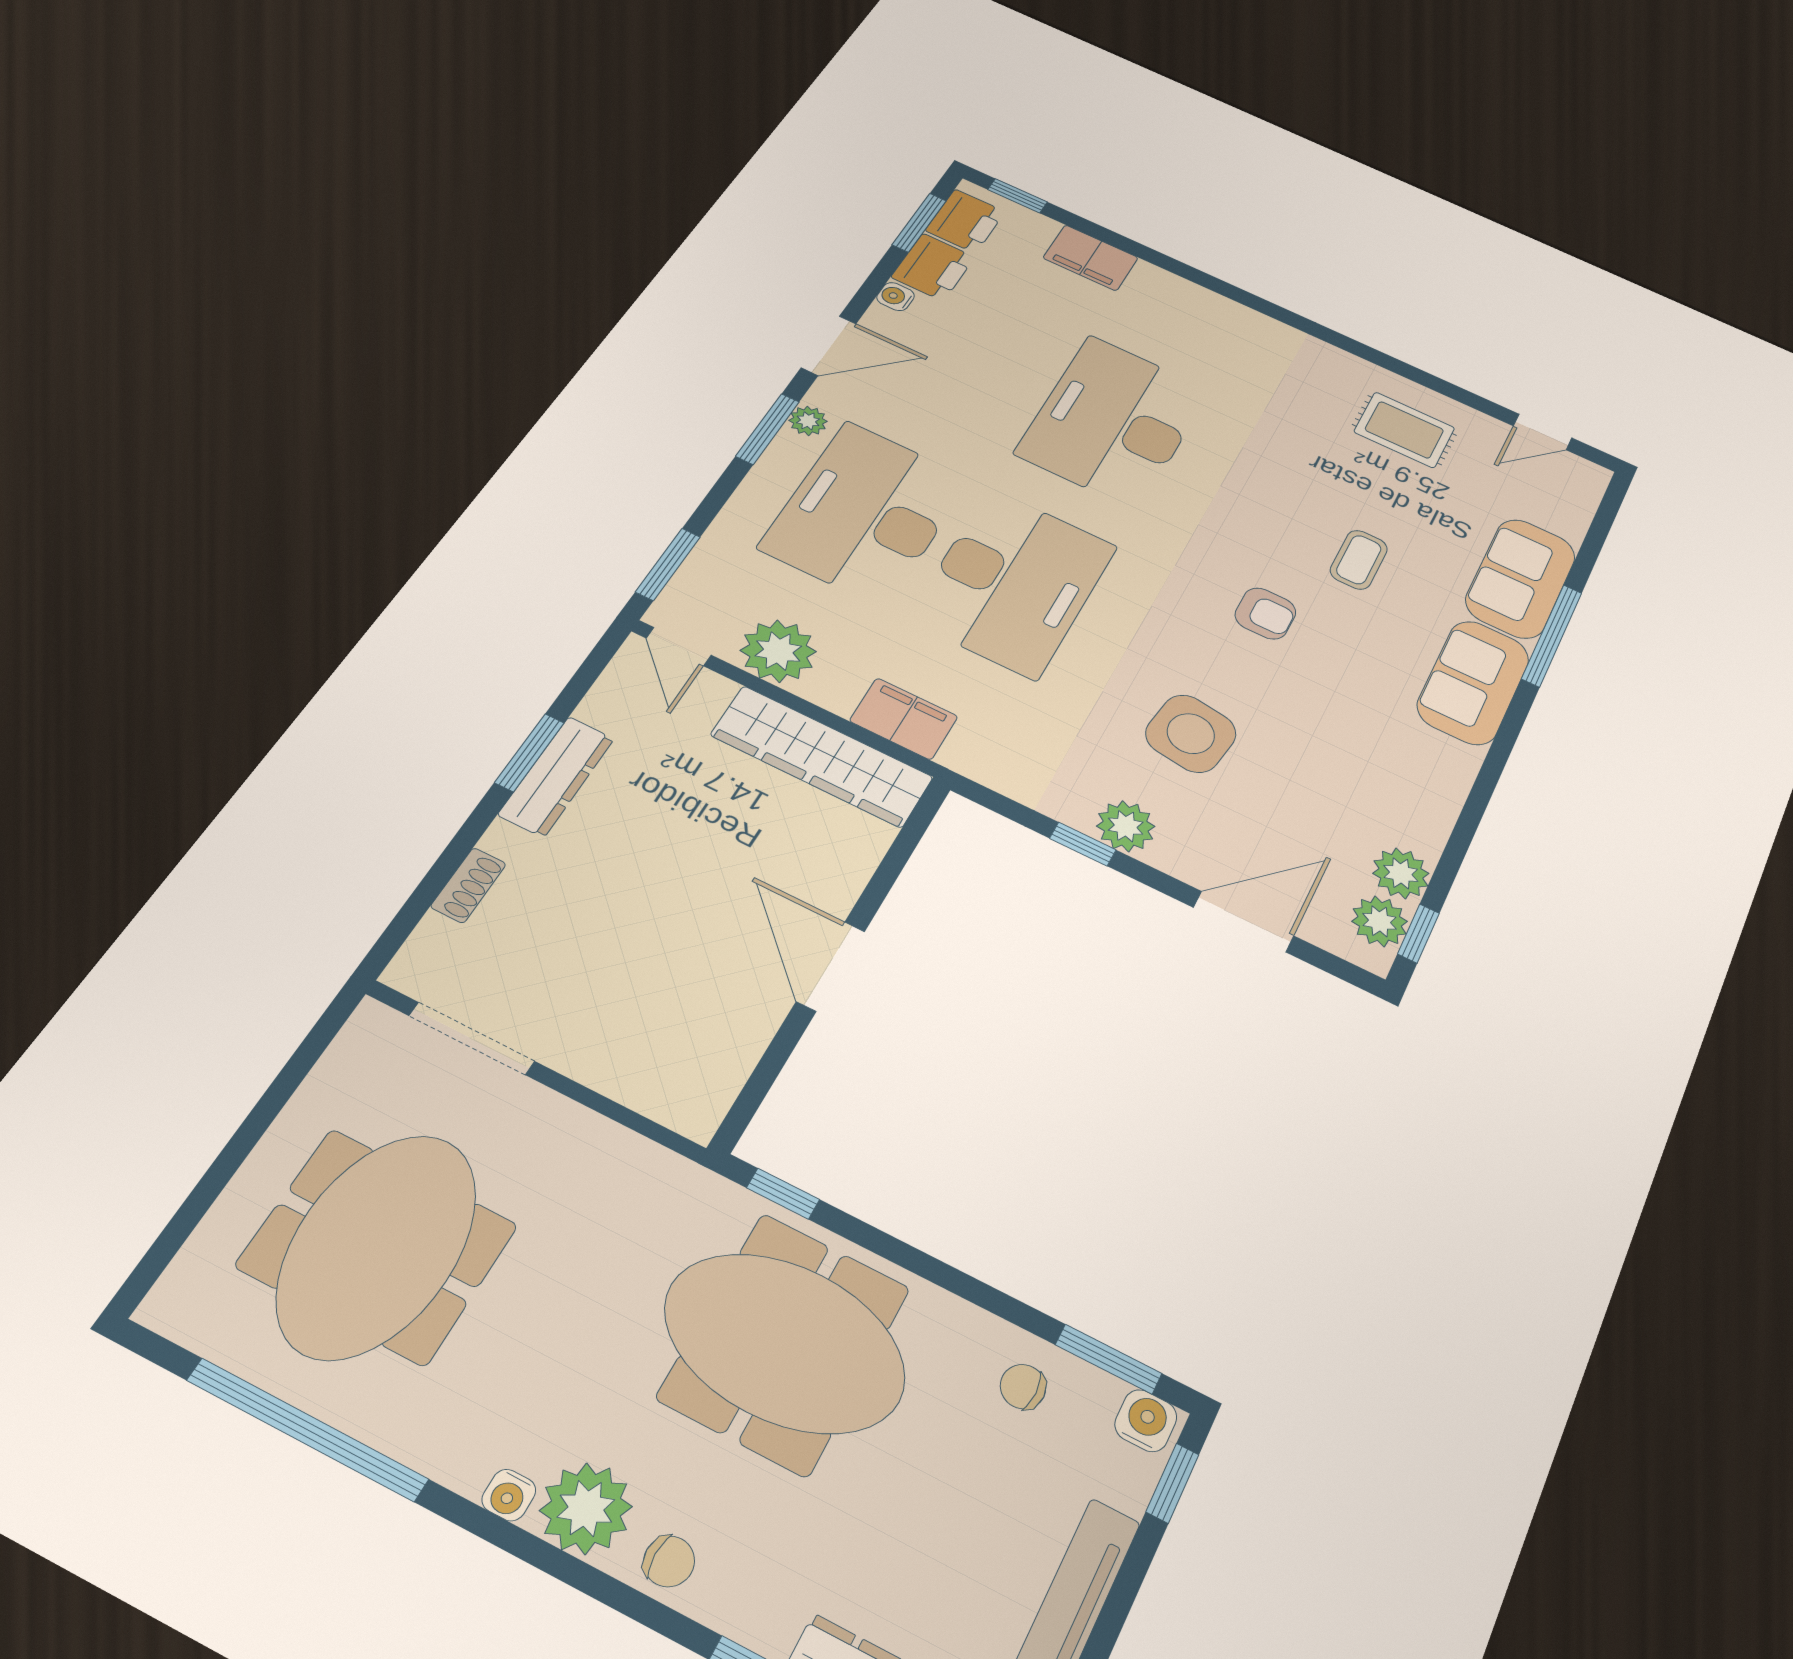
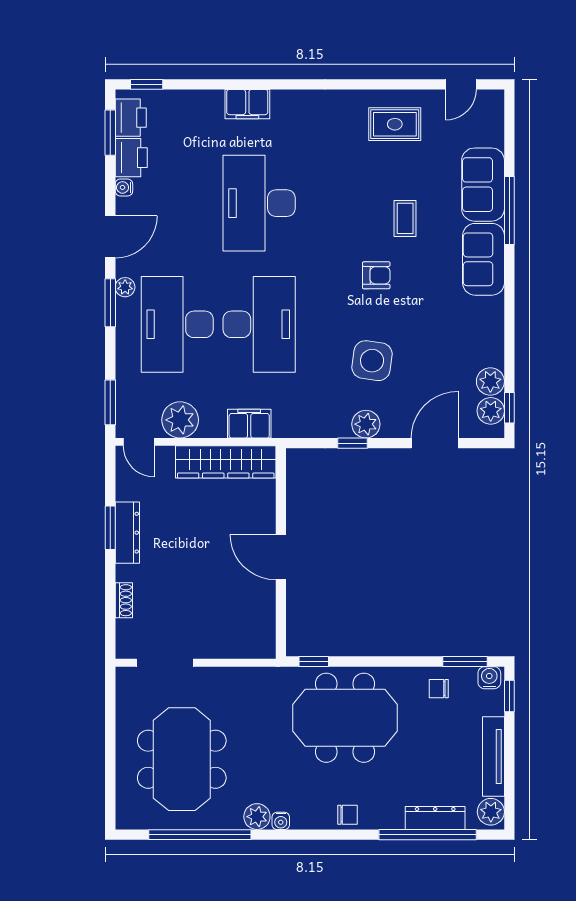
filing cabinet: (1091, 258) -> (247, 104), moved
plant: (586, 1509) -> (257, 817), moved, width x0.73, depth x0.73

